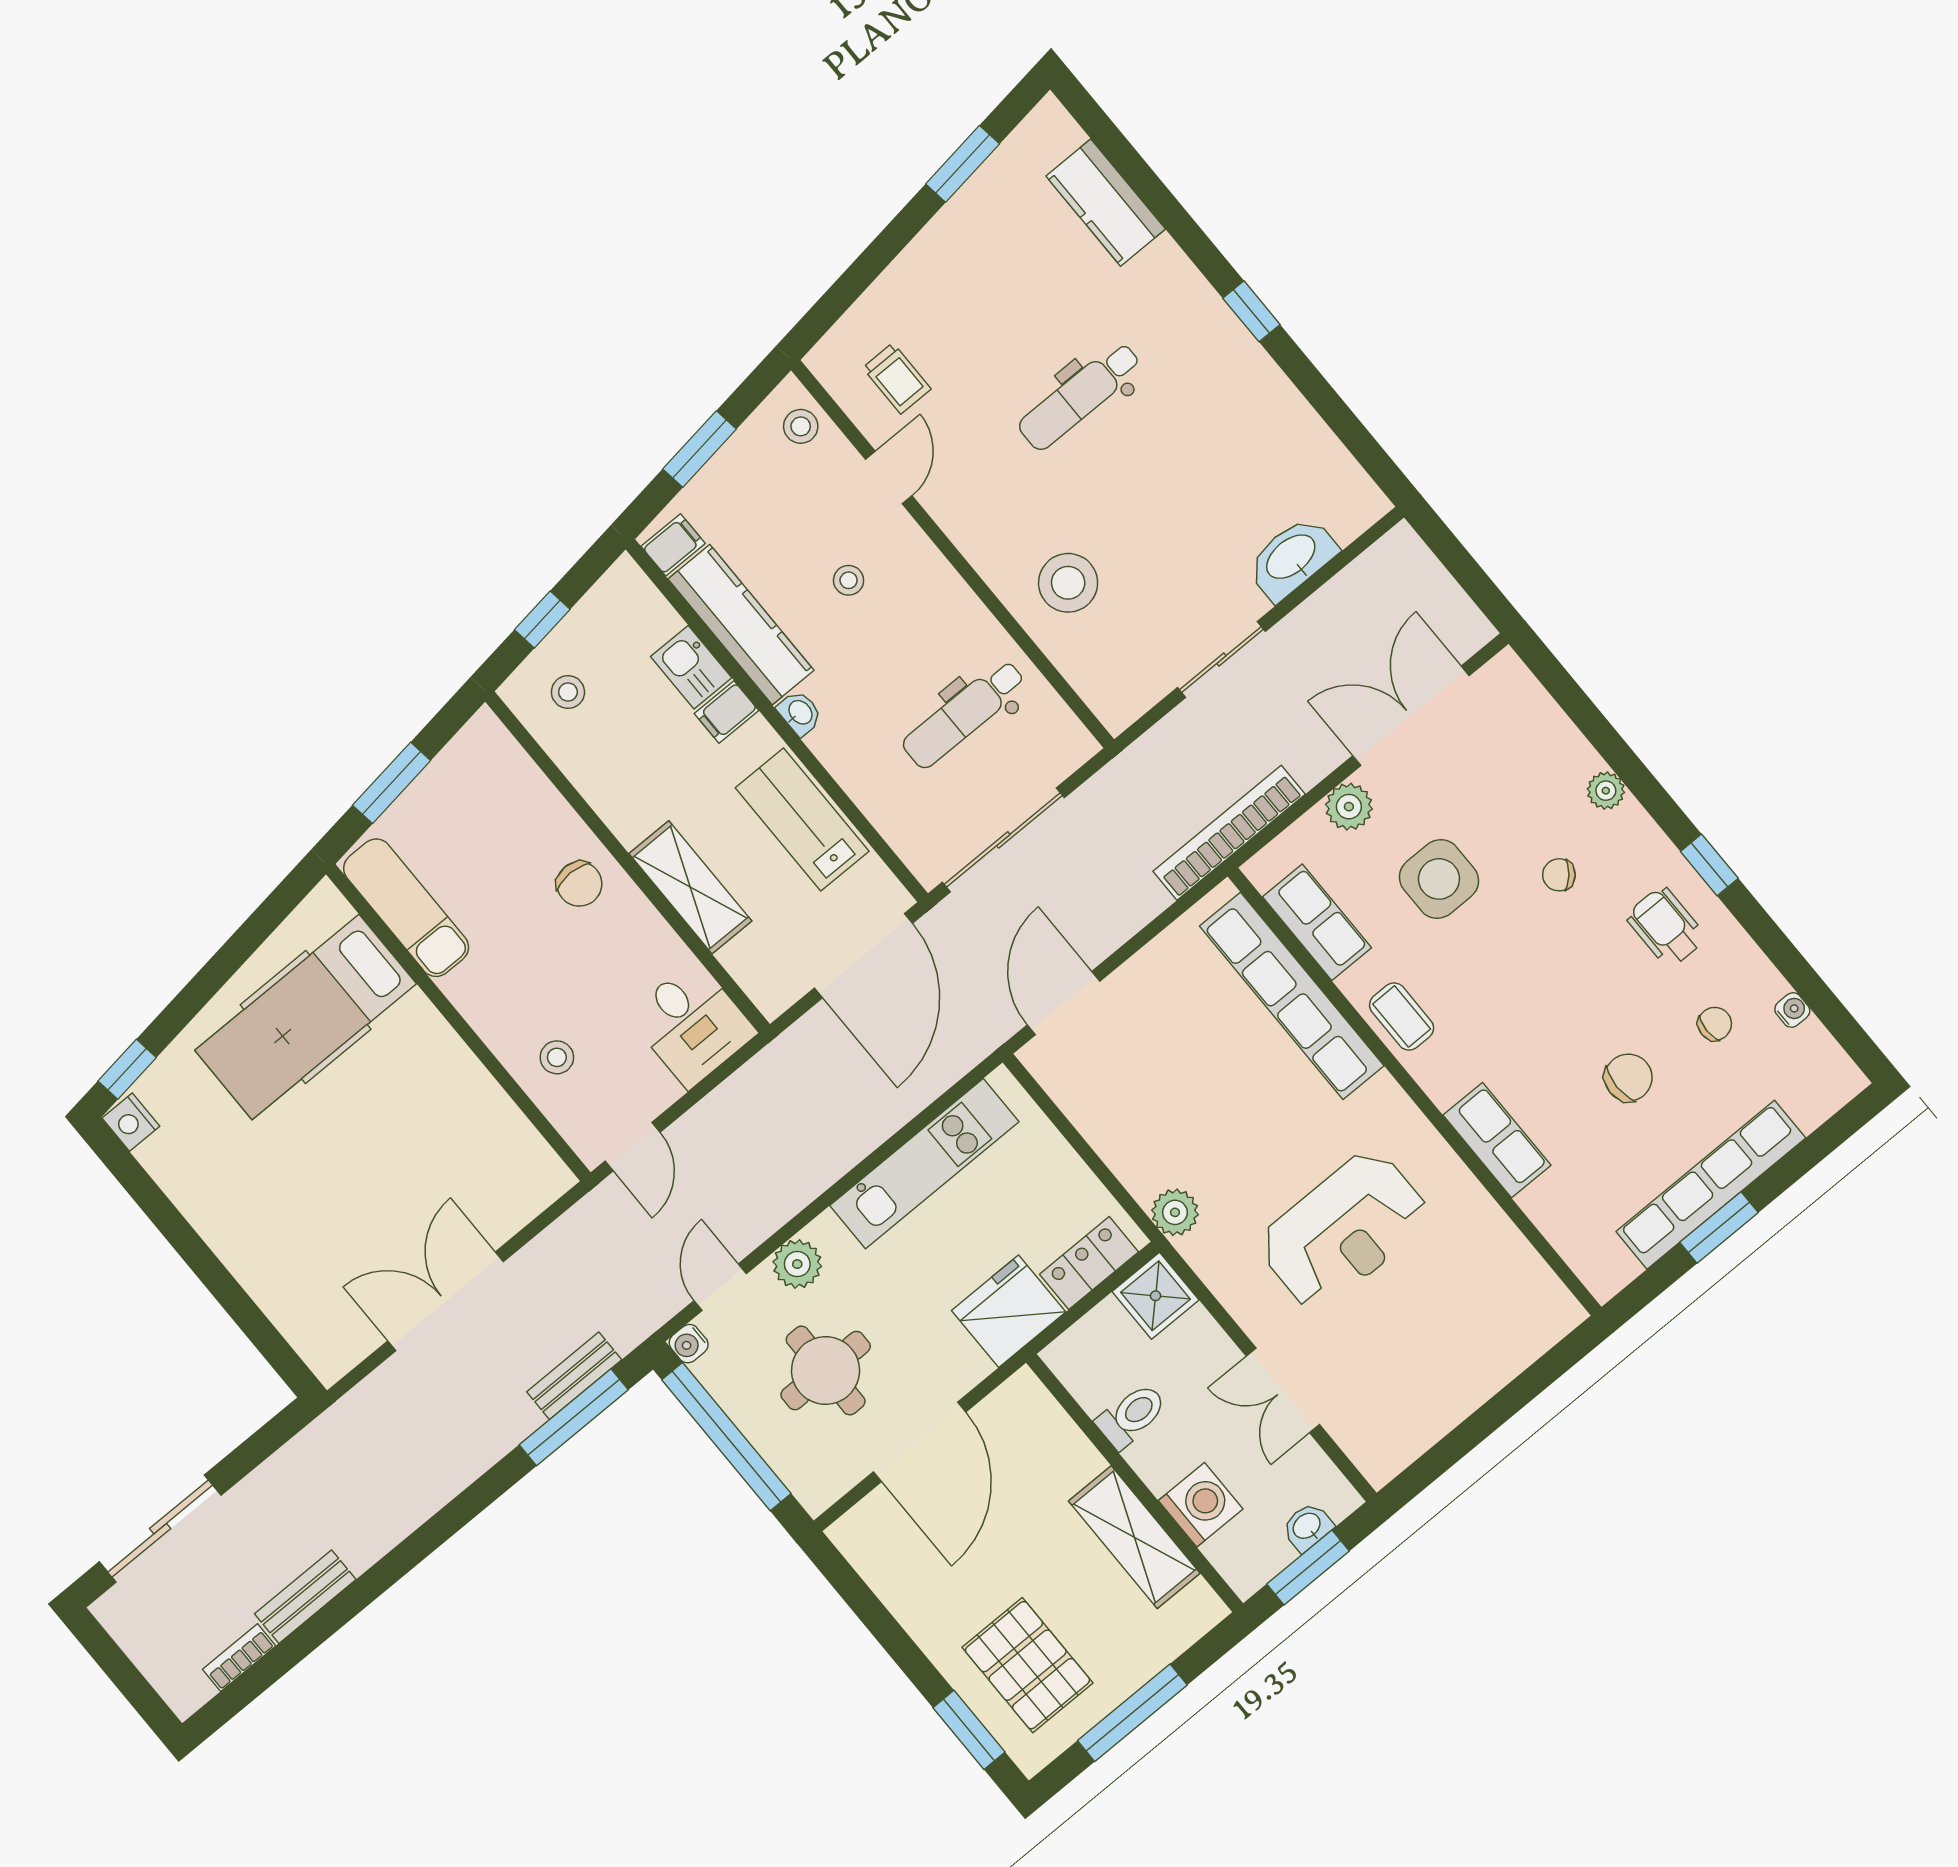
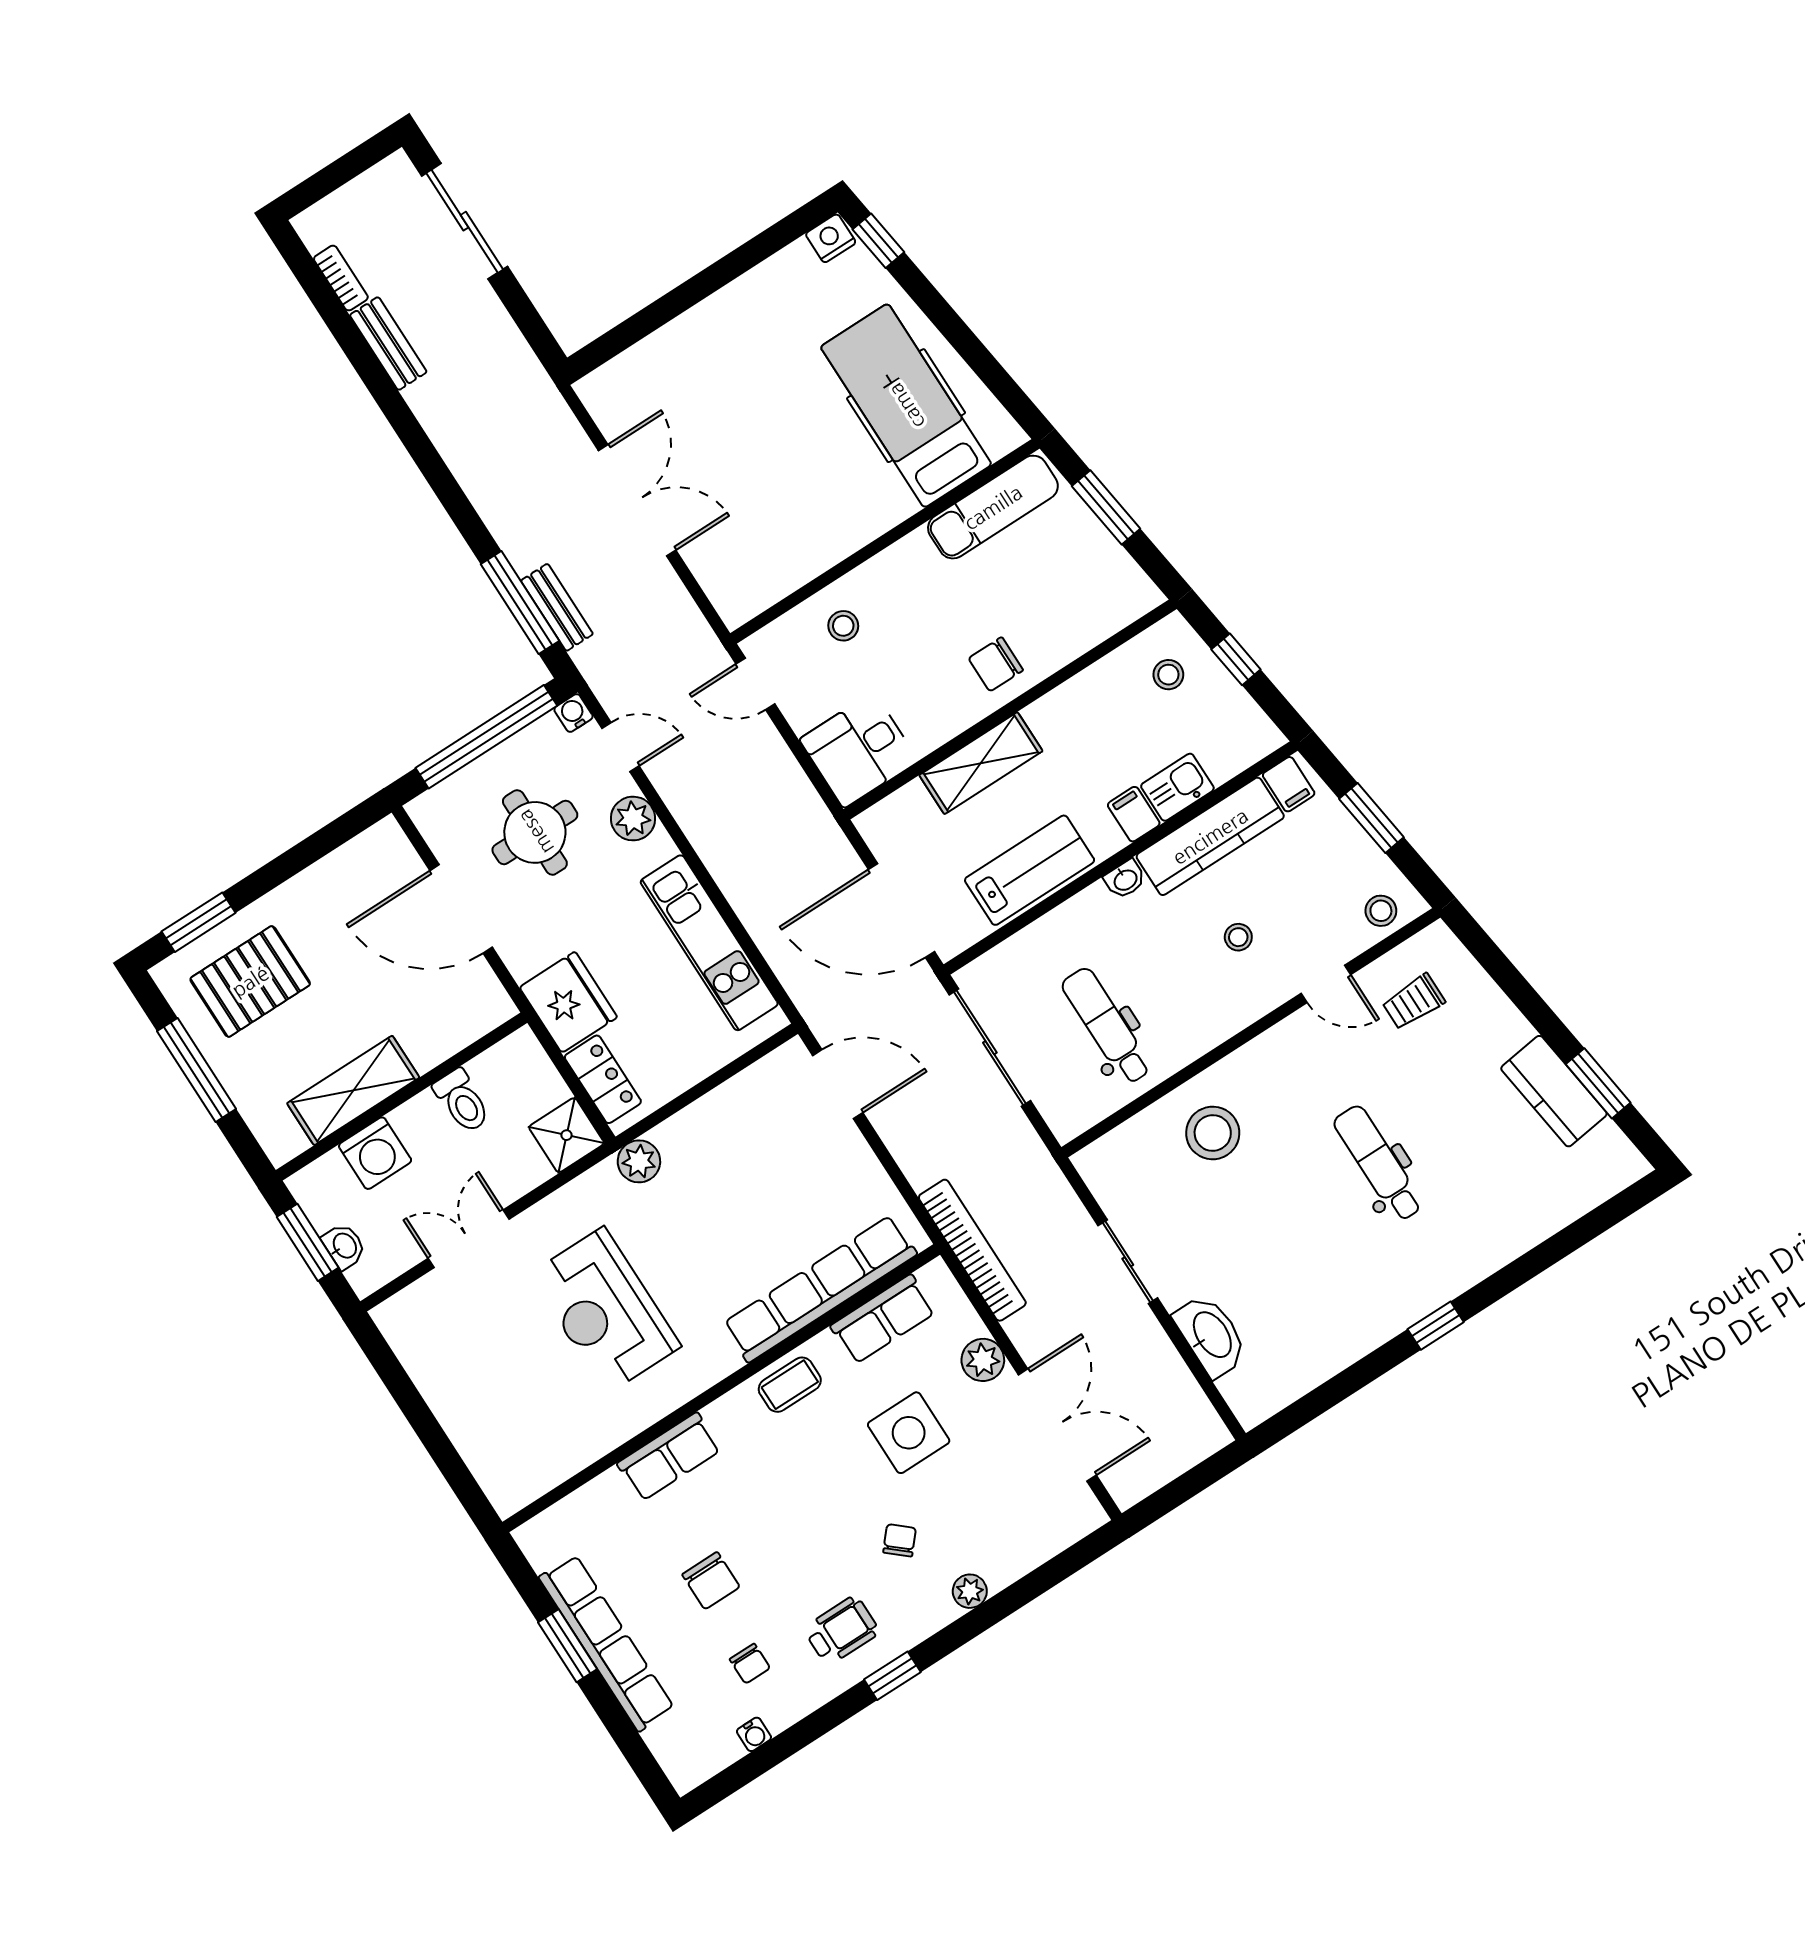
kitchen counter: (1106, 203) -> (1554, 1091), moved, turned -98

